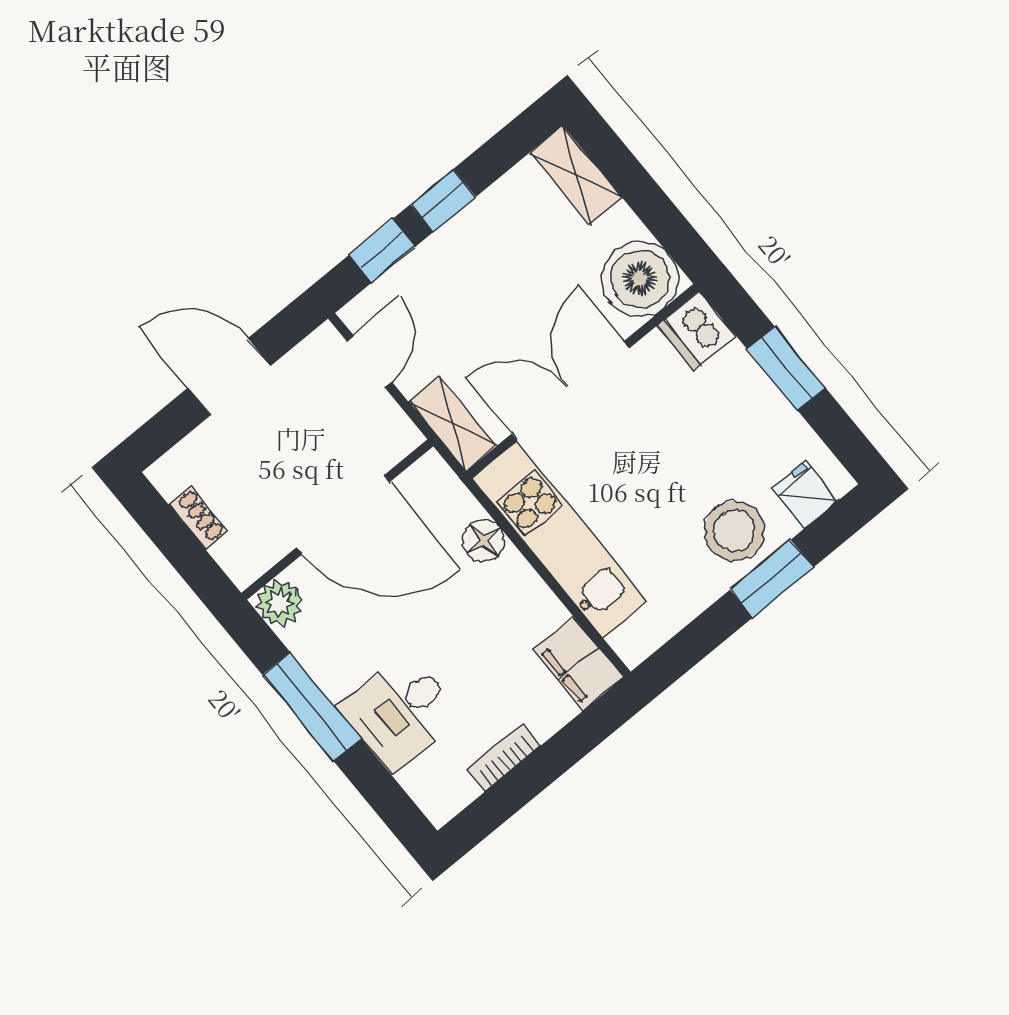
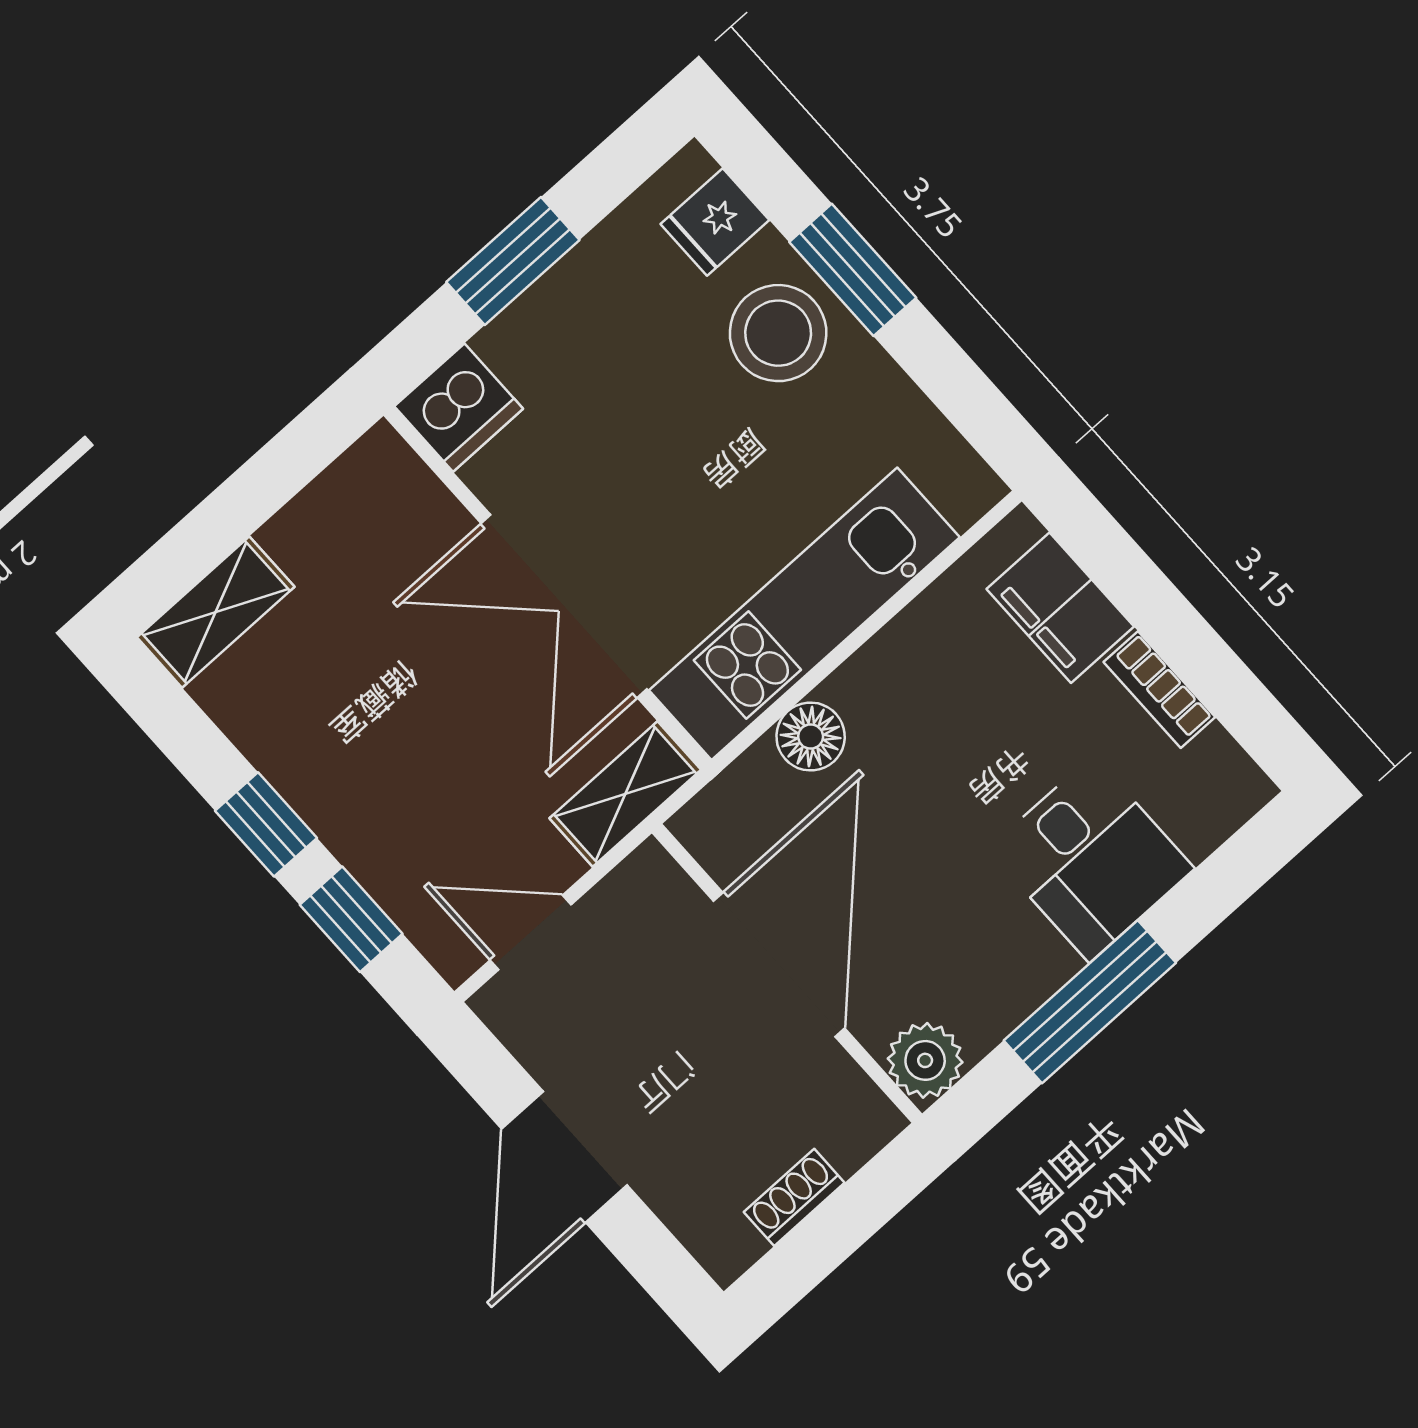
boiler: (640, 279) -> (379, 502), removed
filing cabinet: (578, 664) -> (1060, 608), moved, turned 90

